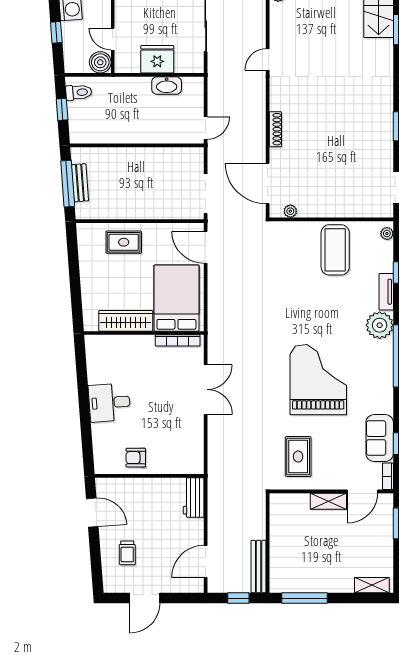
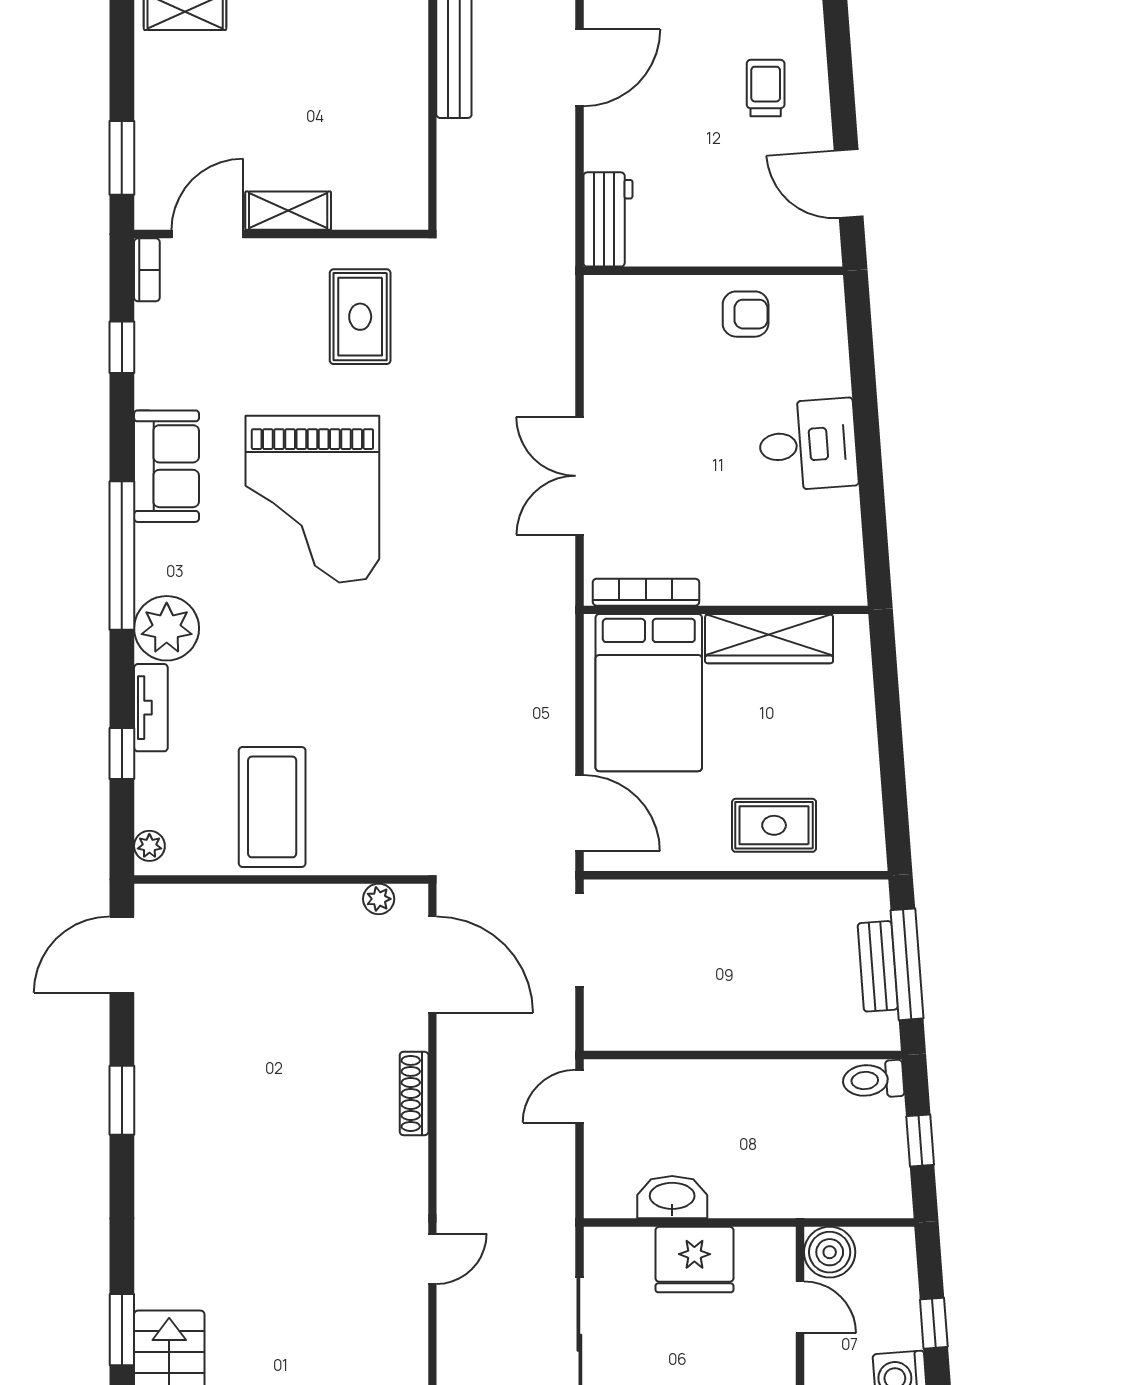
toilet: (79, 92) -> (873, 1080), moved
sofa: (380, 438) -> (167, 466), moved

